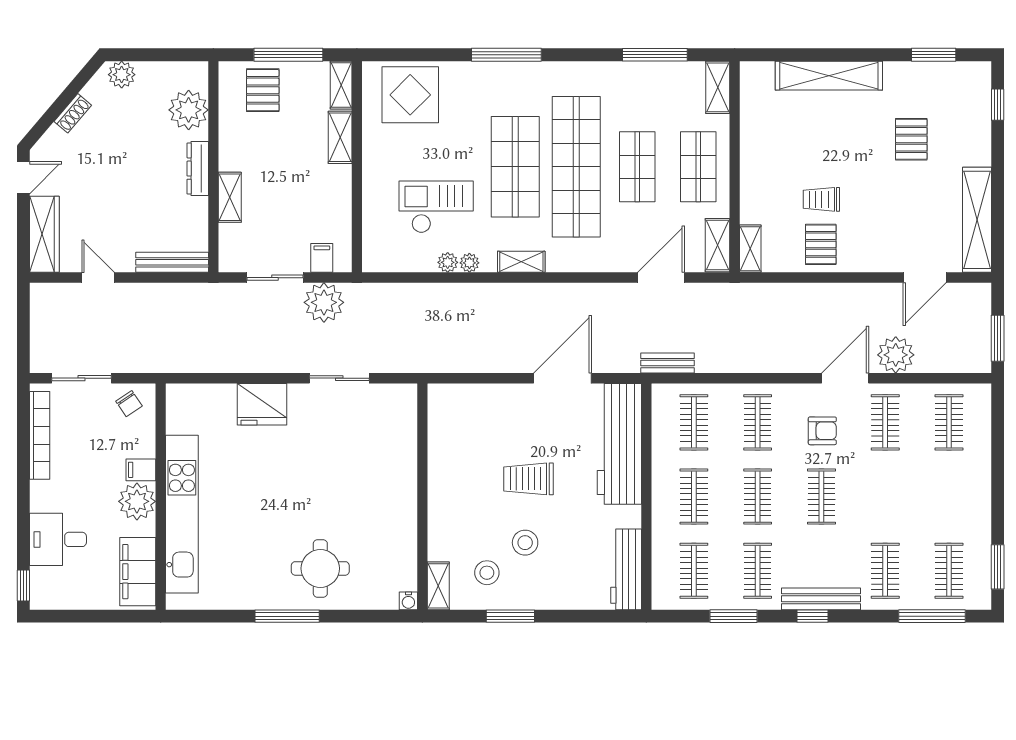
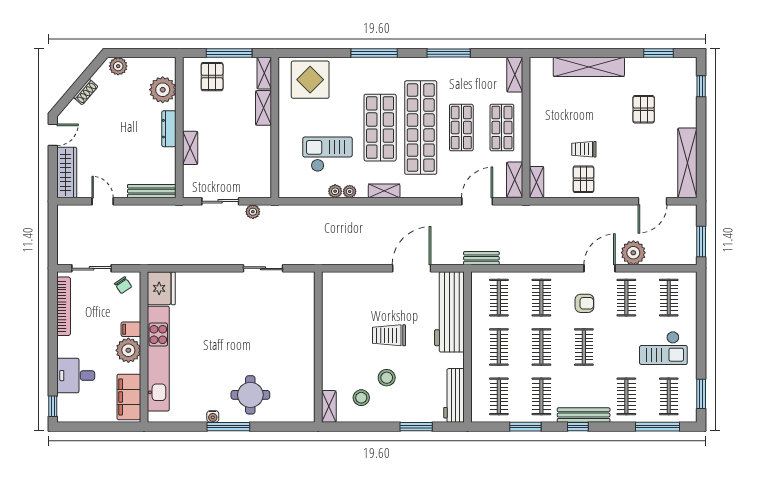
window: (655, 55) -> (449, 53), moved
filing cabinet: (322, 258) -> (251, 188), removed
plant: (324, 302) -> (253, 212), width x0.53, depth x0.53
fridge: (262, 404) -> (161, 288), moved, turned -90
checkout: (941, 498) -> (663, 348), added
water cooler: (408, 601) -> (213, 416), moved
window: (510, 616) -> (416, 427), moved

